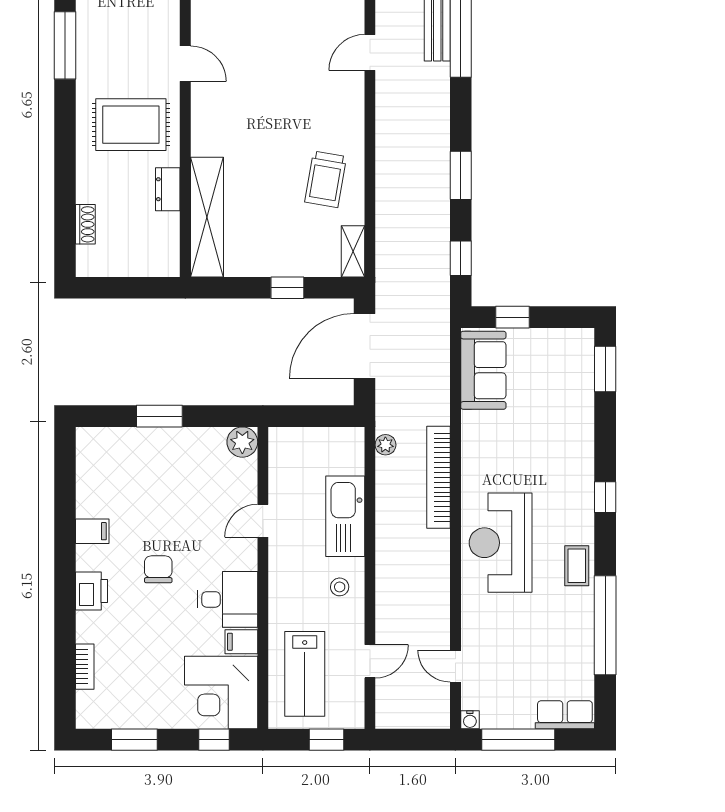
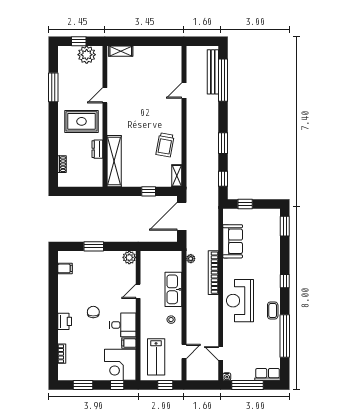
door: (185, 64) -> (105, 95), swing flipped
sofa: (483, 370) -> (233, 241), moved
filing cabinet: (92, 531) -> (65, 268), moved

